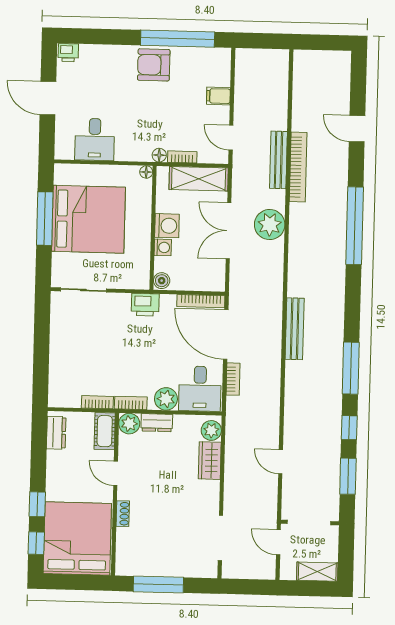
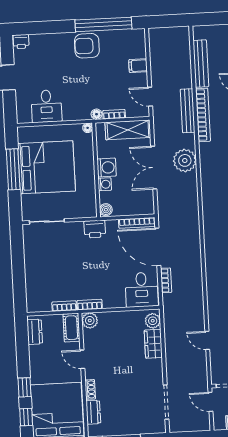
bench: (295, 329) -> (201, 64), moved
plant: (166, 399) -> (116, 299), removed
dresser: (157, 423) -> (93, 412), moved, turned -90

